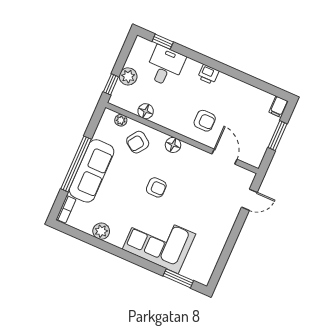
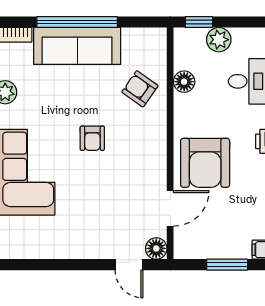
plant: (121, 120) -> (159, 55), removed
armchair: (205, 121) -> (205, 163), width x1.88, depth x1.88
floor lamp: (173, 145) -> (156, 248), moved

